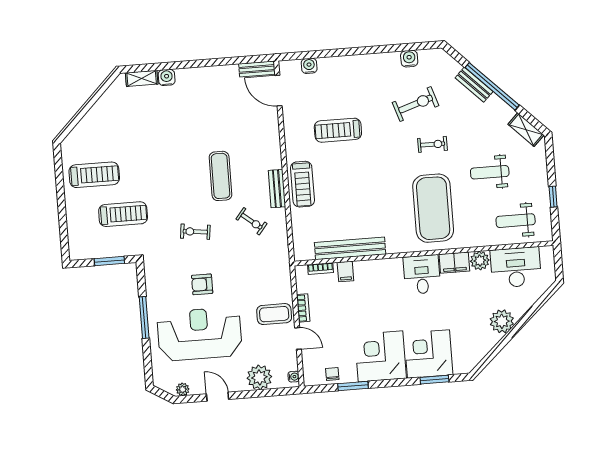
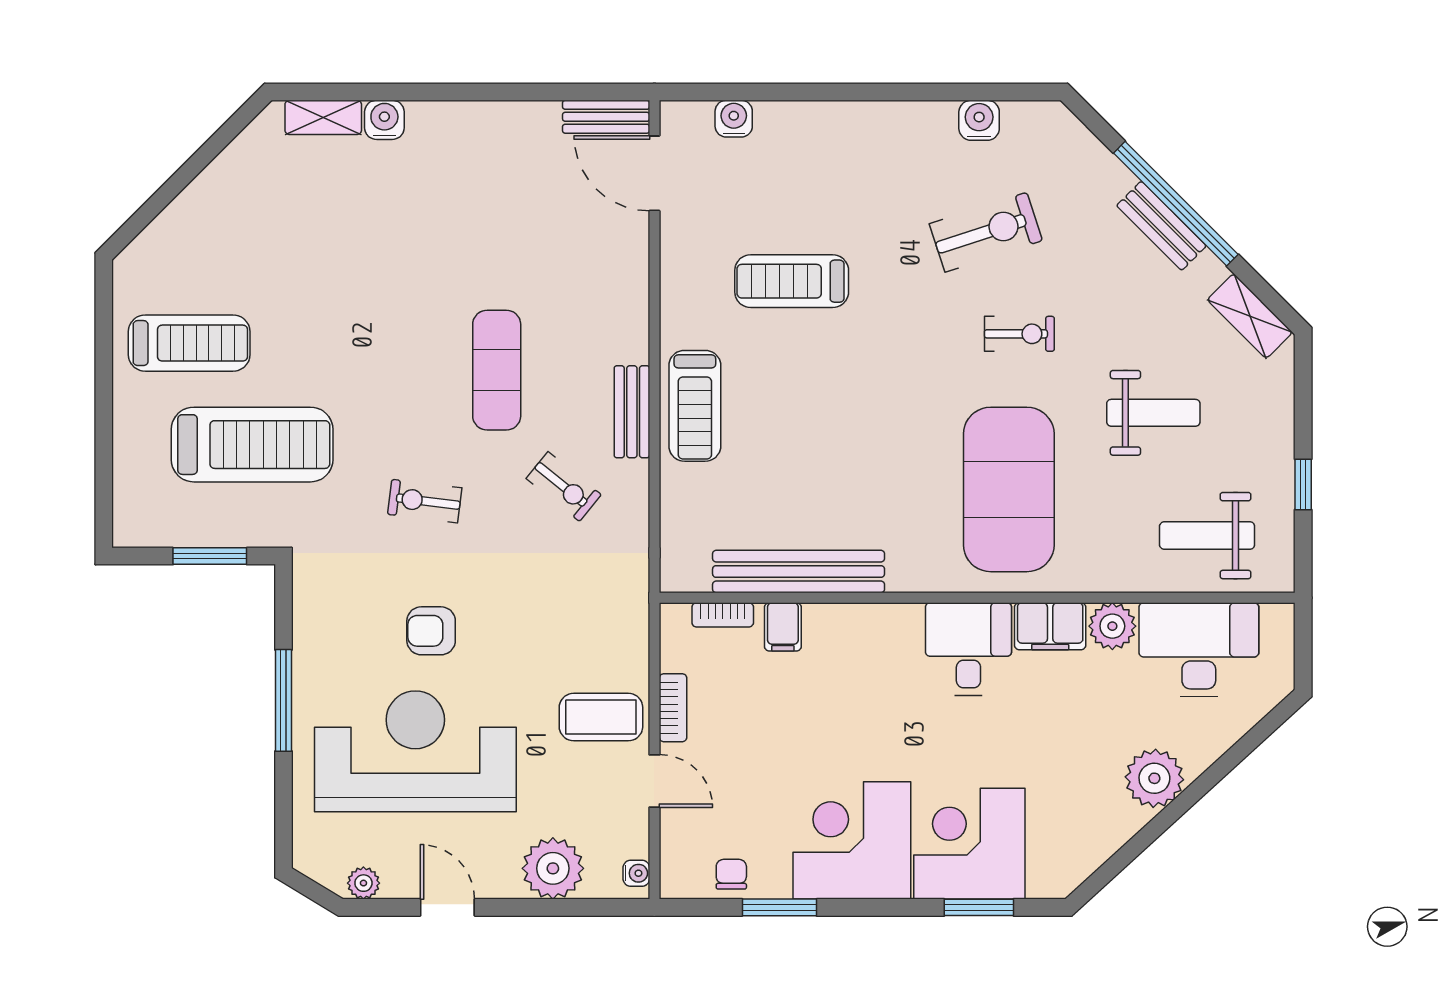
bench: (474, 85) -> (1161, 226), moved
weight bench: (490, 172) -> (1153, 413), turned 180
treadmill: (123, 214) -> (252, 445), width x1.37, depth x1.38

